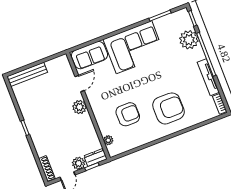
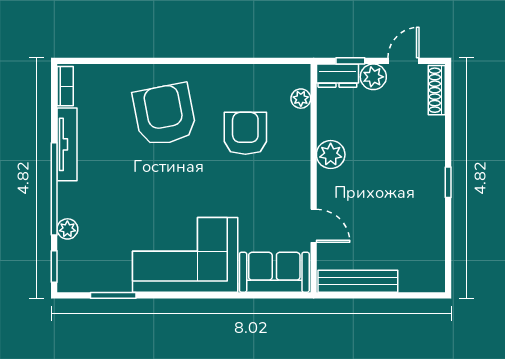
plant: (189, 40) -> (67, 229), width x0.53, depth x0.53
bench: (27, 74) -> (358, 281), moved
door: (80, 84) -> (314, 226), swing flipped
plant: (80, 107) -> (331, 155), moved
armchair: (168, 108) -> (165, 115), turned 79
armchair: (128, 114) -> (245, 133), turned 90

